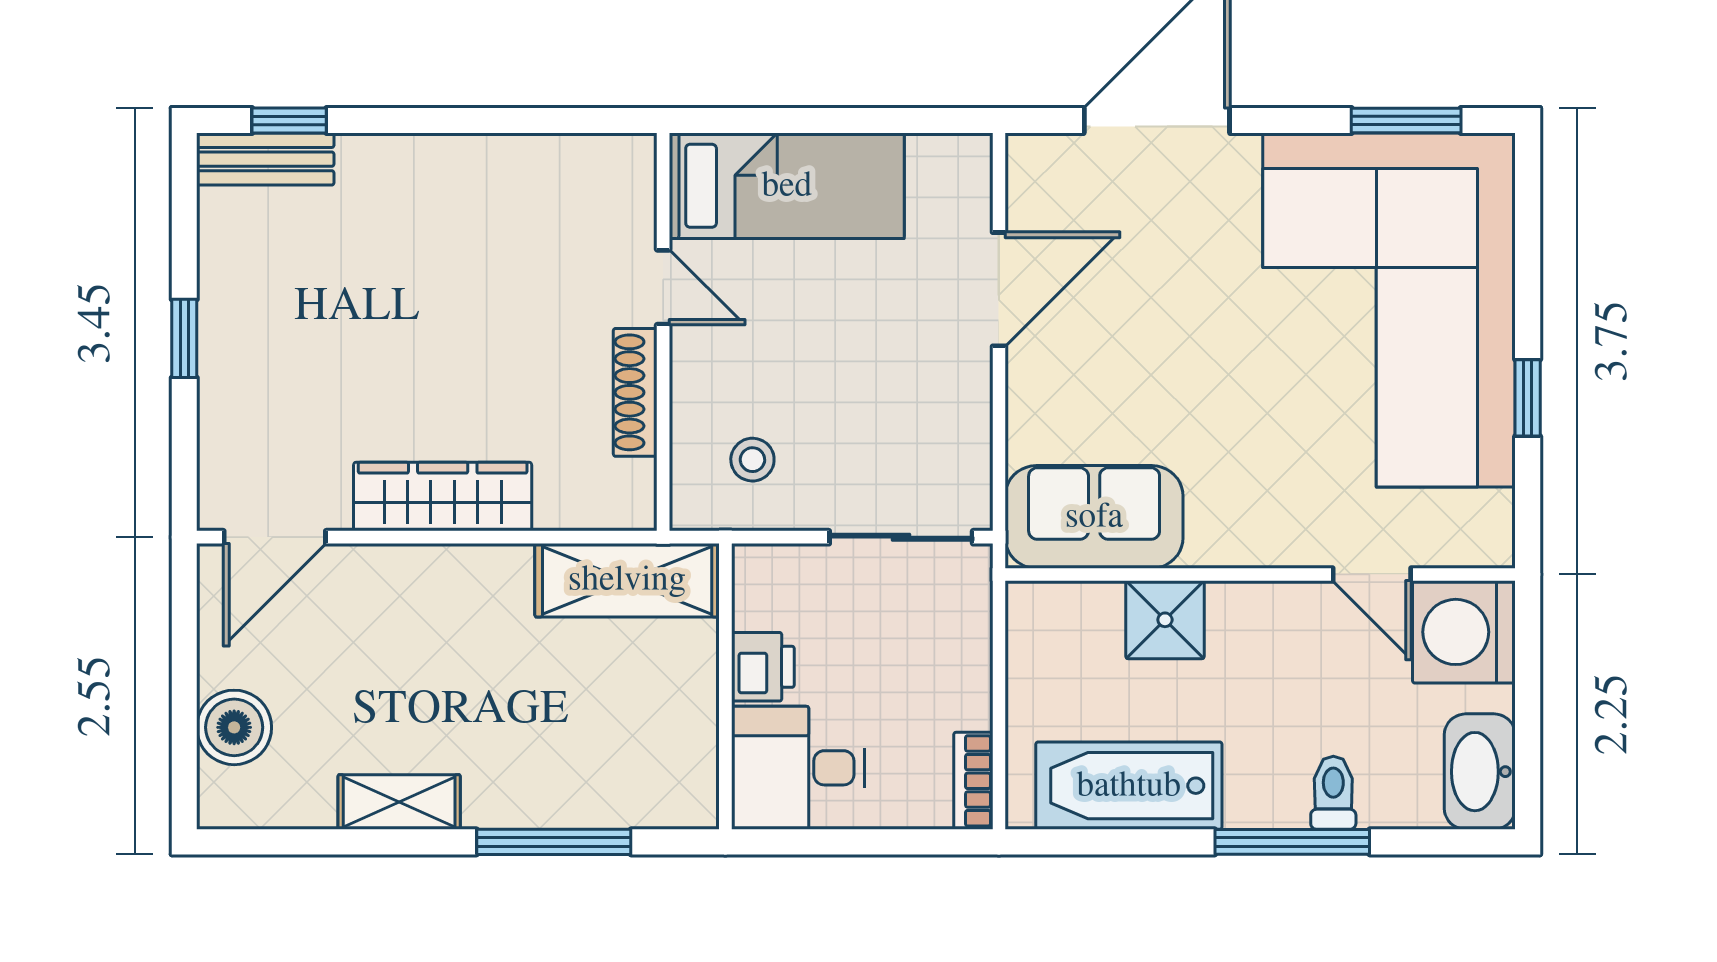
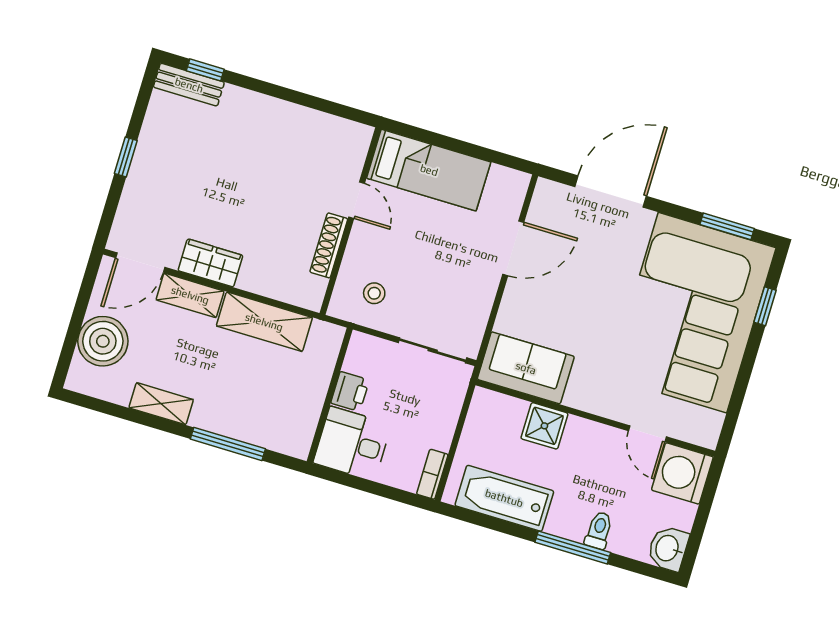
window: (1528, 398) -> (765, 306), moved
wardrobe: (443, 497) -> (210, 263), width x0.67
shelving: (392, 572) -> (190, 295), added
shelving: (627, 580) -> (264, 322), moved
boiler: (234, 727) -> (103, 341), width x1.37, depth x1.37
washbasin: (1480, 772) -> (668, 548), width x0.72

